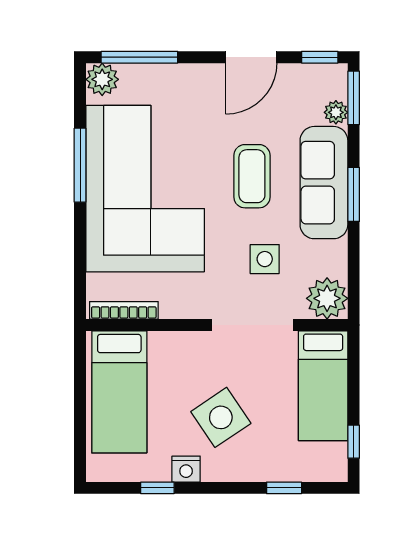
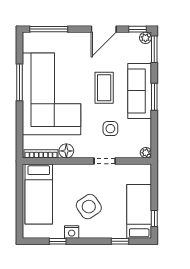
plant: (102, 79) -> (30, 40), removed
plant: (336, 112) -> (145, 38), moved
plant: (327, 298) -> (146, 153), width x0.53, depth x0.53
floor lamp: (175, 304) -> (66, 151), added
doorway: (253, 325) -> (105, 161), width x0.53
bed: (323, 386) -> (139, 211), moved, turned 180

